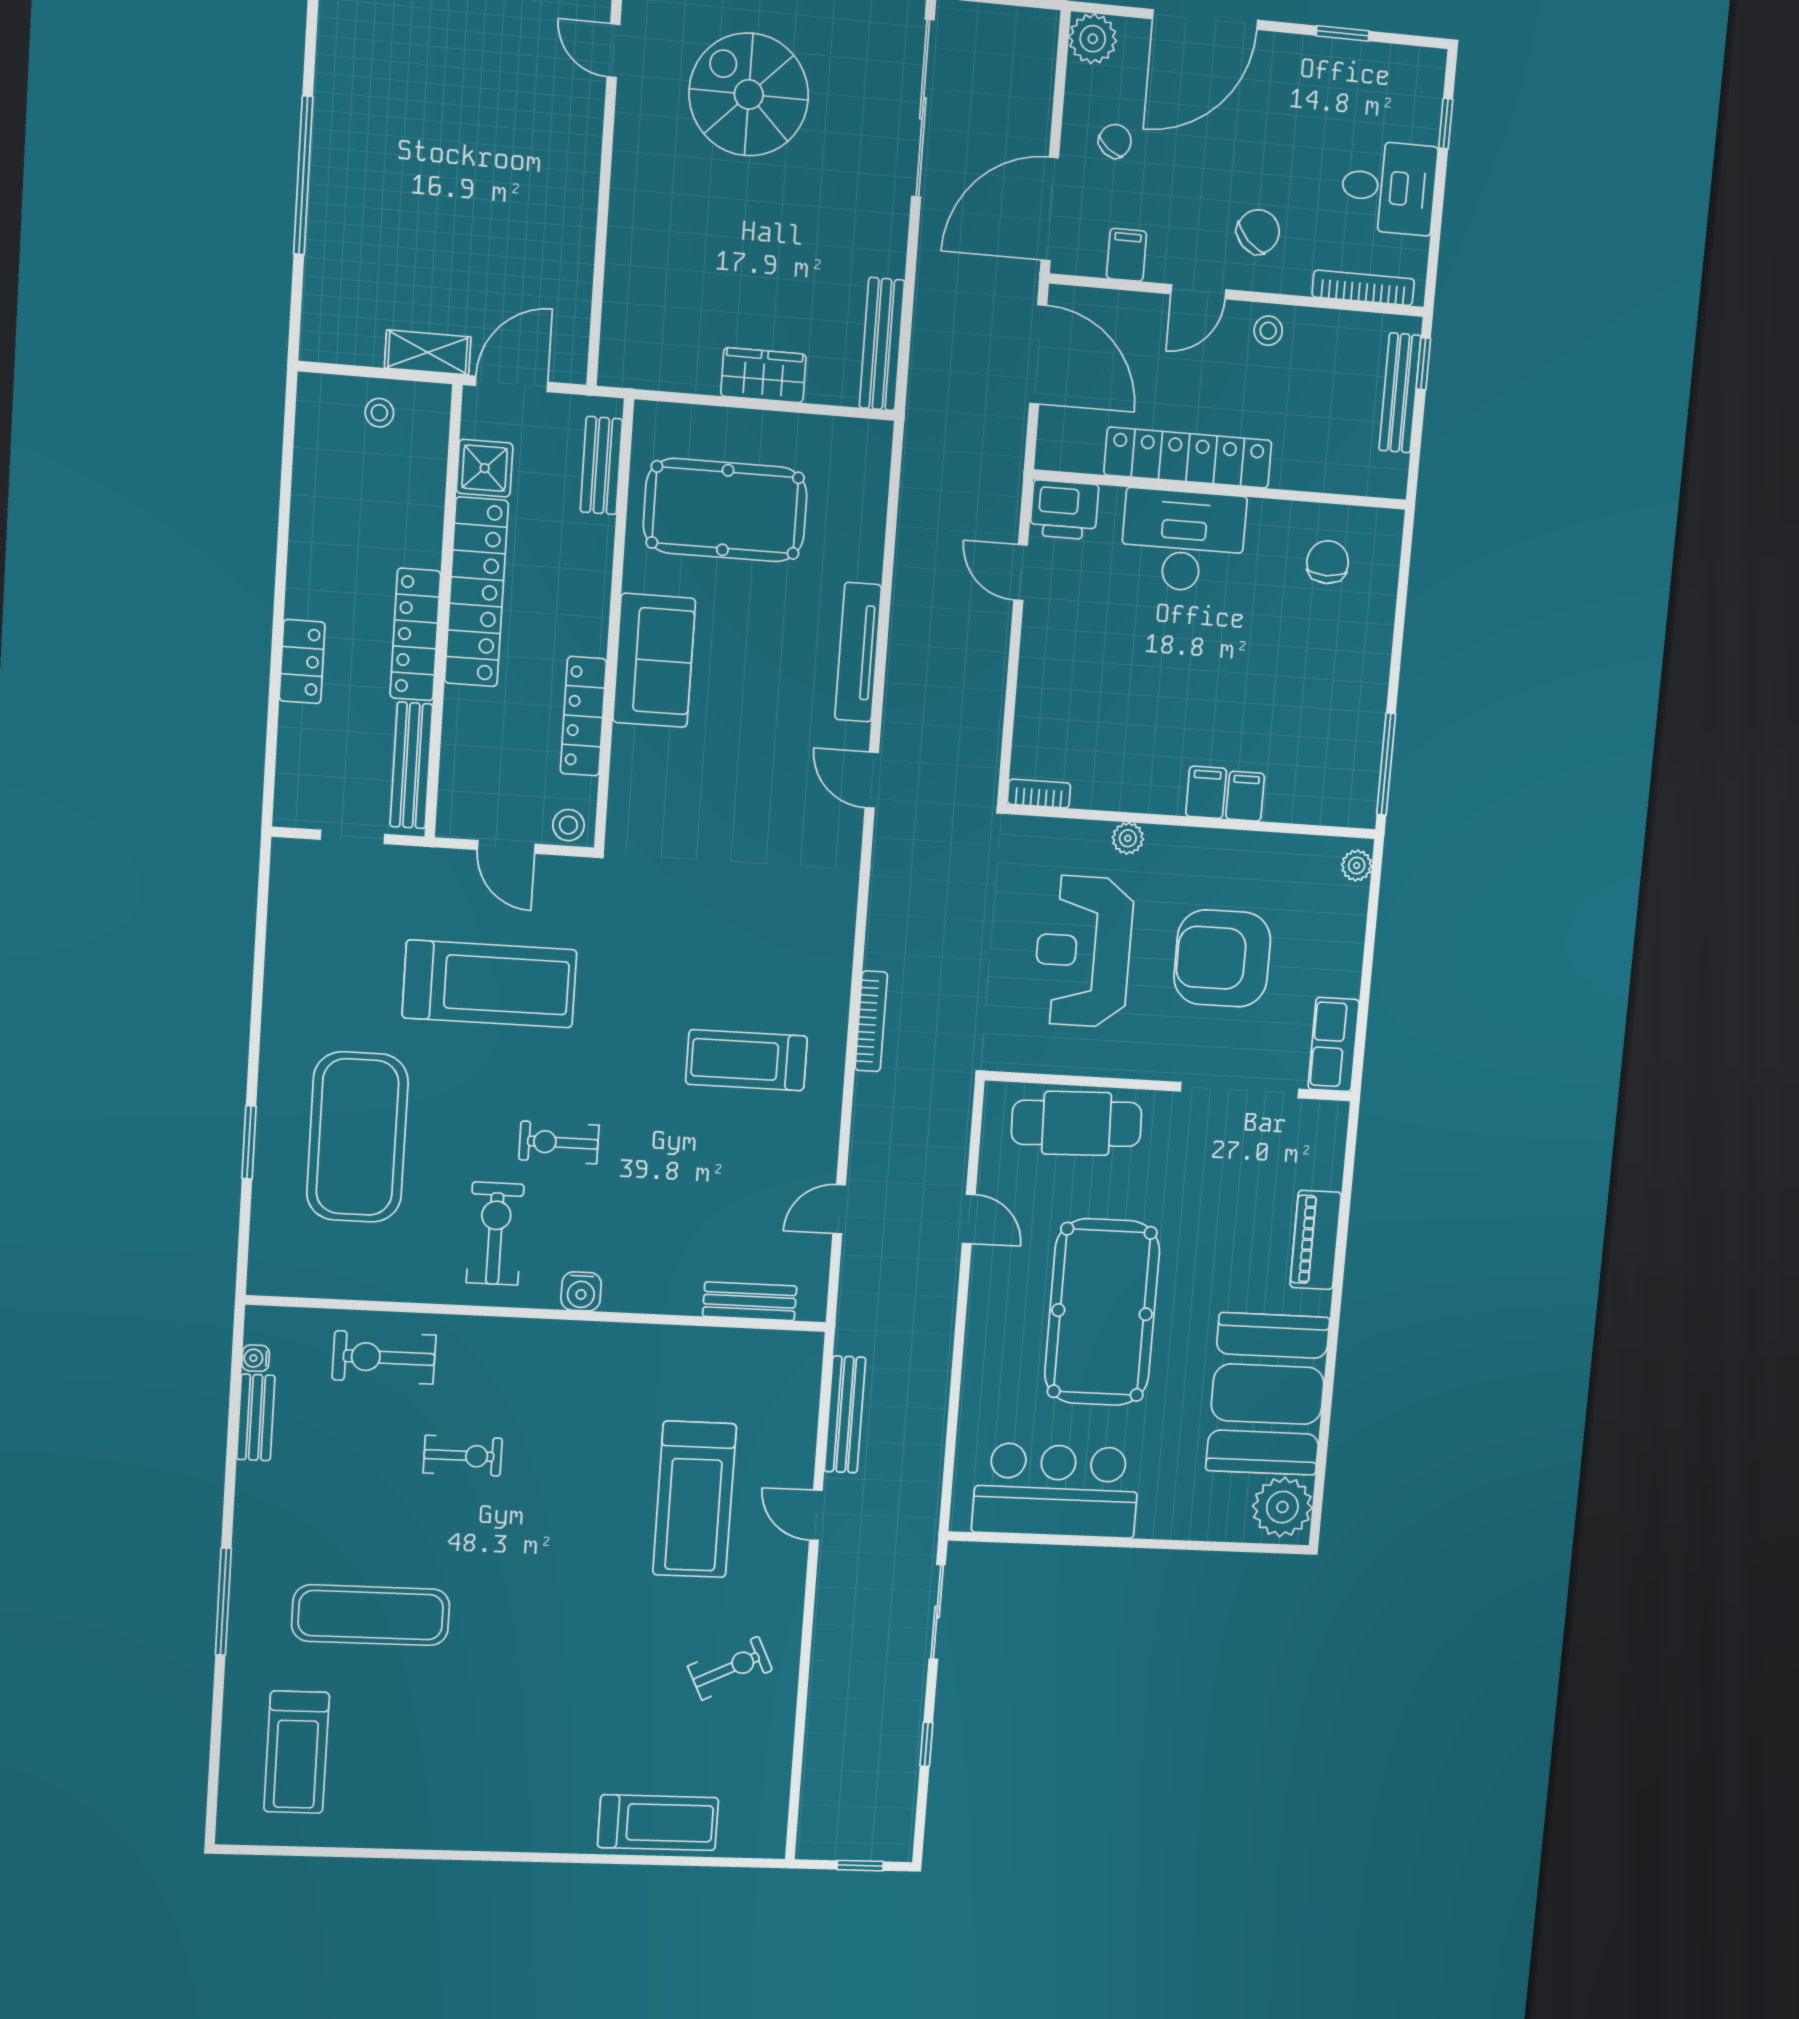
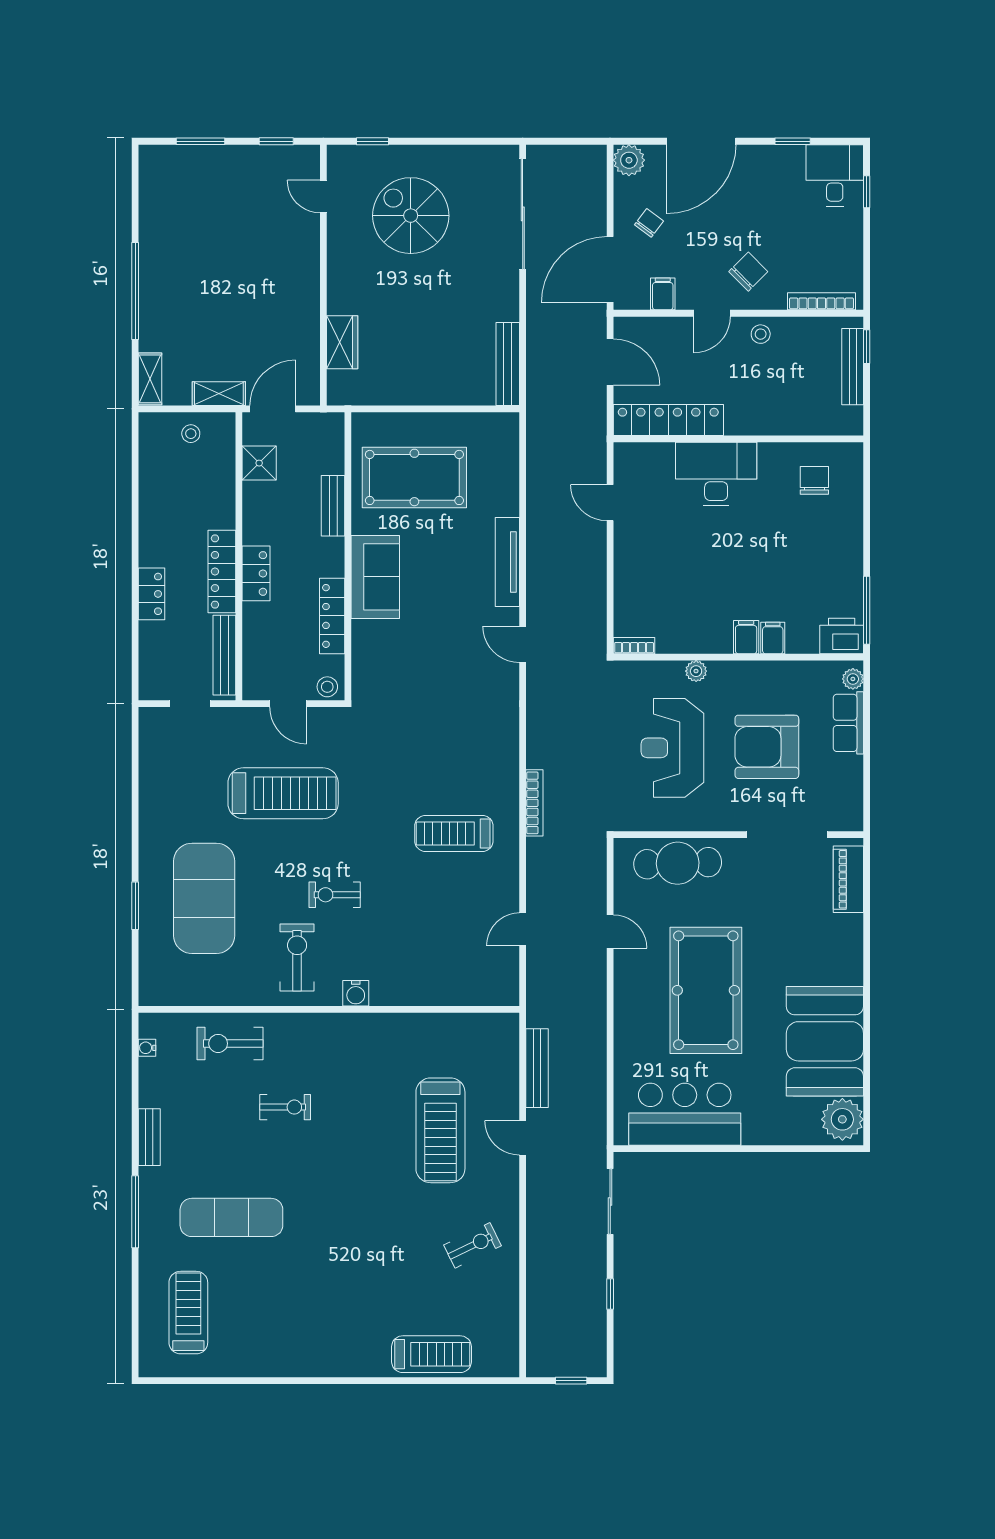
desk: (1389, 187) -> (835, 175), moved, turned -90
shelving: (319, 320) -> (150, 379), added
door: (1038, 354) -> (610, 362), width x0.73
wardrobe: (763, 375) -> (342, 342), moved, turned 90
locker: (1188, 458) -> (668, 420), moved
bench: (601, 465) -> (333, 506), moved
printer: (1064, 510) -> (842, 636), moved, turned 180
locker: (476, 592) -> (256, 573), width x0.46, depth x0.83
row of seats: (1334, 1045) -> (848, 723), moved
piano: (1316, 1240) -> (848, 879), moved
bench: (750, 1301) -> (468, 994), removed
bench: (256, 1417) -> (149, 1137), moved
treadmill: (297, 1752) -> (188, 1313), turned 180

